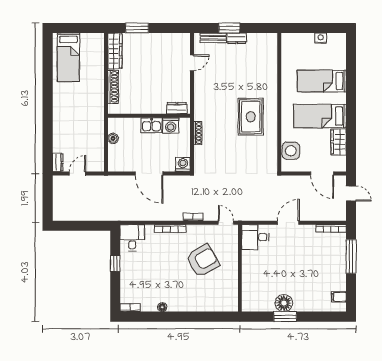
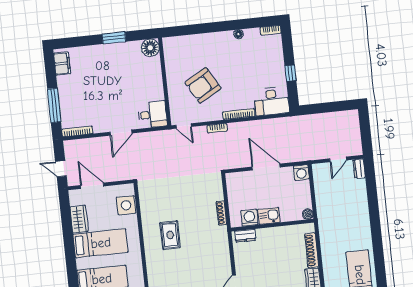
rug: (251, 117) -> (170, 235), width x0.73, depth x0.70
boiler: (113, 138) -> (308, 214), moved
washing machine: (183, 164) -> (301, 173), moved
desk: (132, 238) -> (271, 101), width x1.37
filing cabinet: (339, 297) -> (62, 64), width x2.00
floor lamp: (284, 303) -> (150, 48), moved

